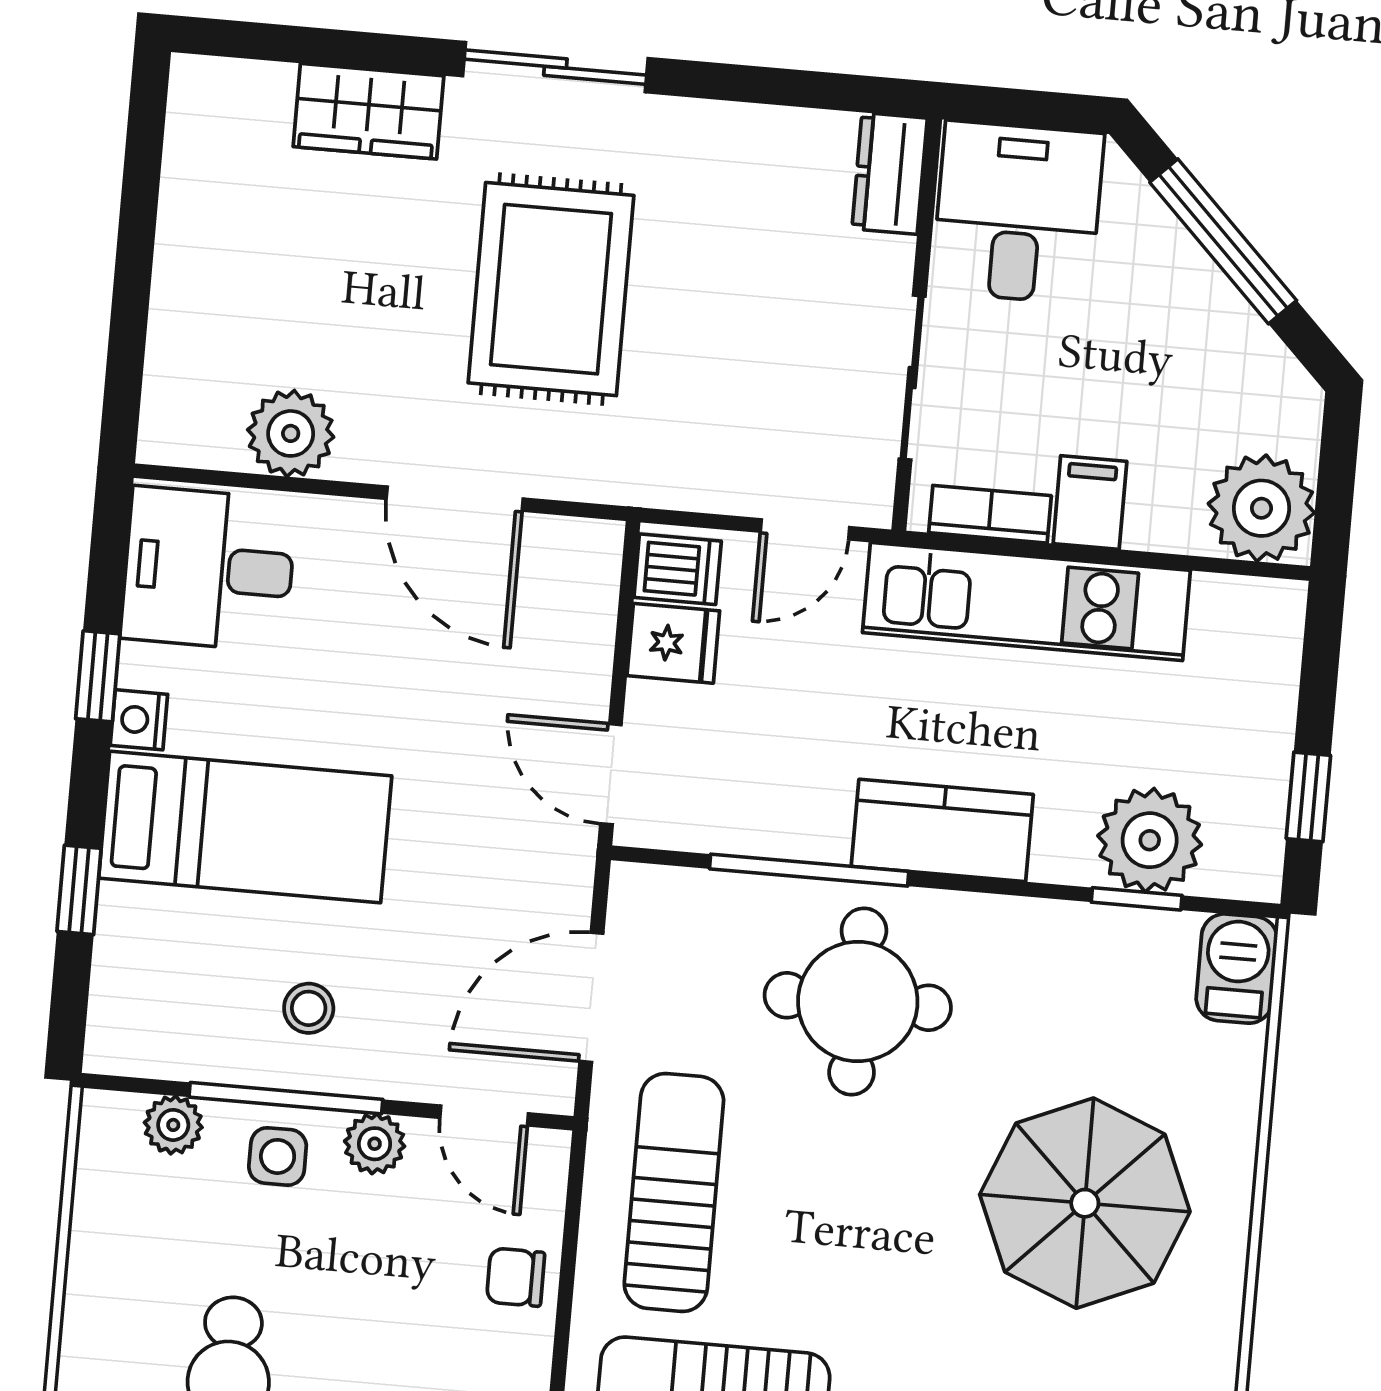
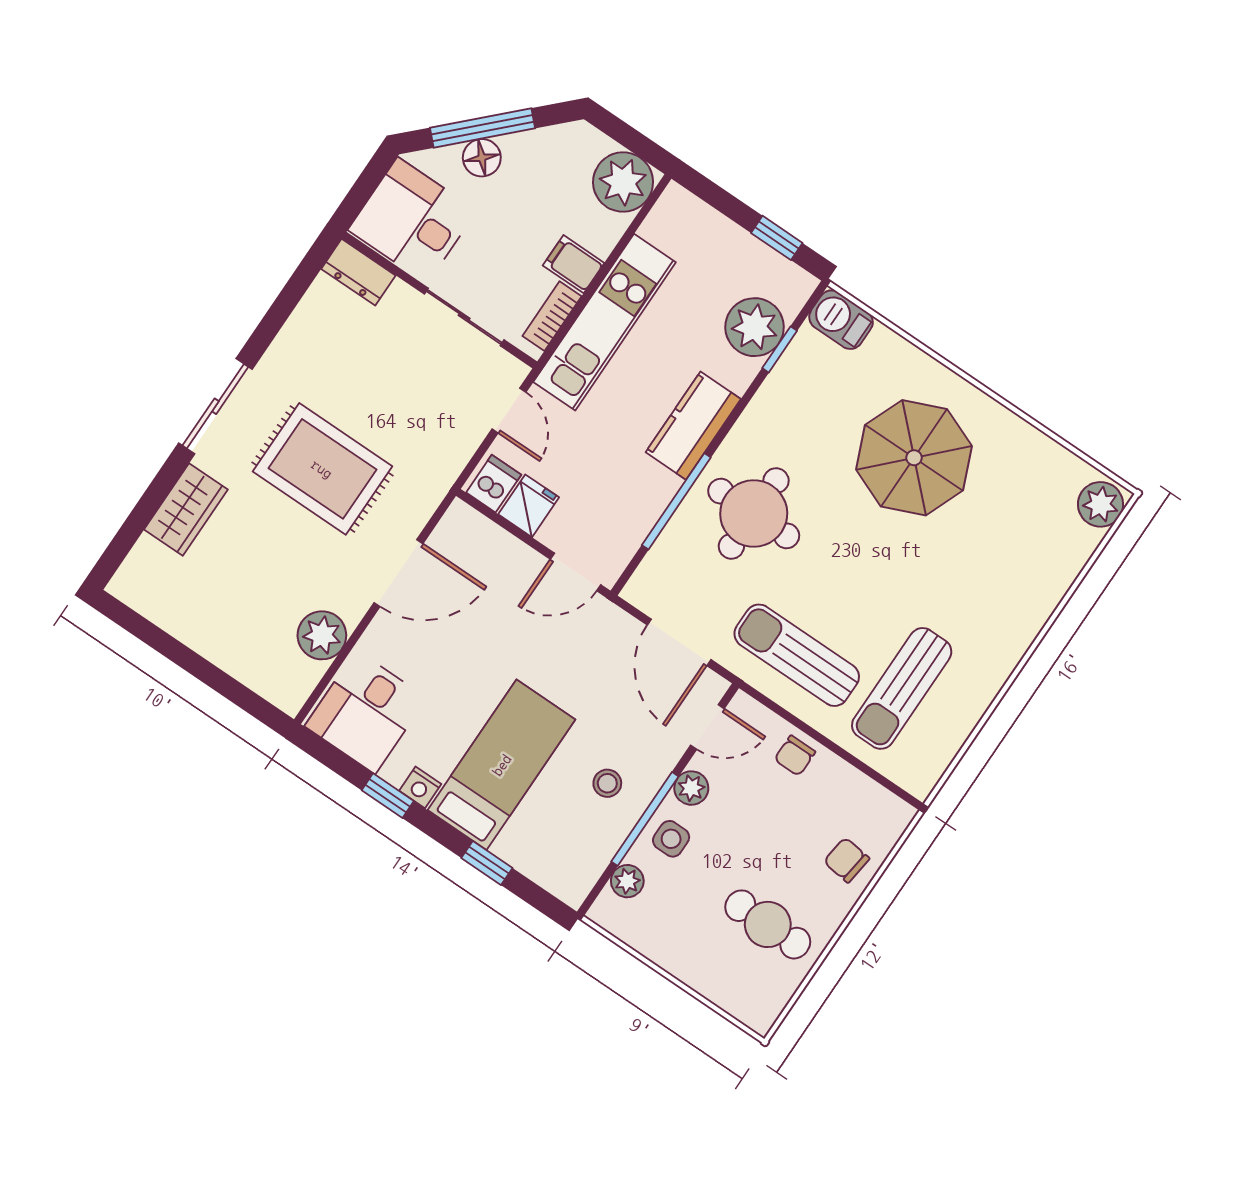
floor lamp: (1176, 266) -> (482, 158), added

